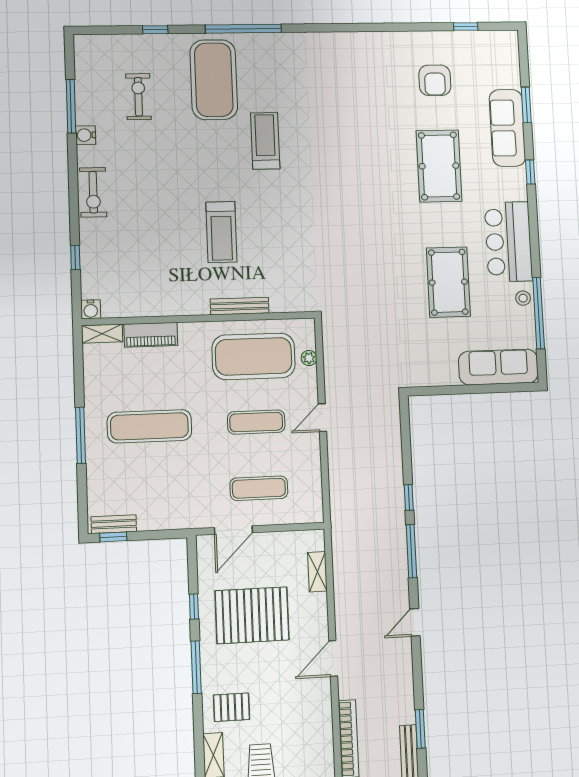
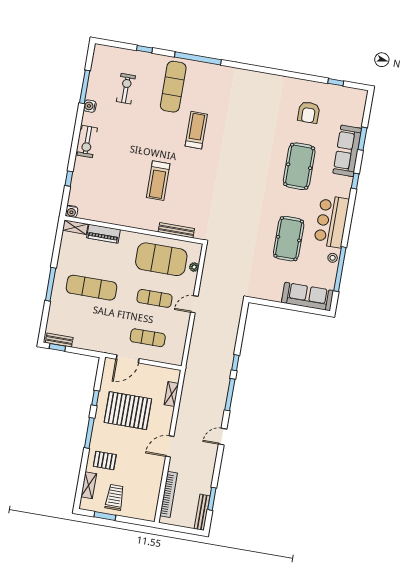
exercise mat: (214, 80) -> (173, 87), width x0.68
bench: (240, 306) -> (176, 230), moved

